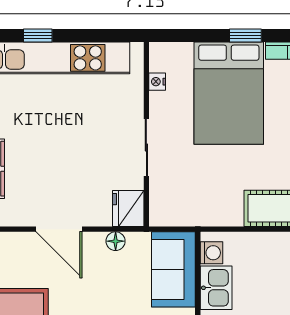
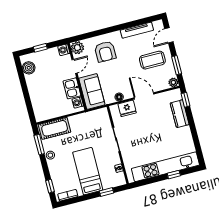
window: (245, 35) -> (106, 192), moved
bed: (229, 93) -> (88, 171), width x0.67
fridge: (128, 209) -> (127, 108), moved, turned 90

